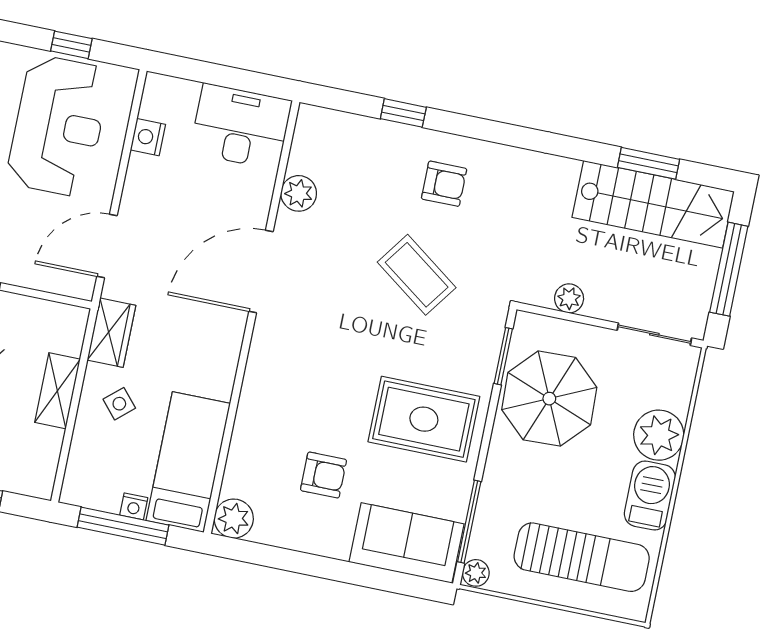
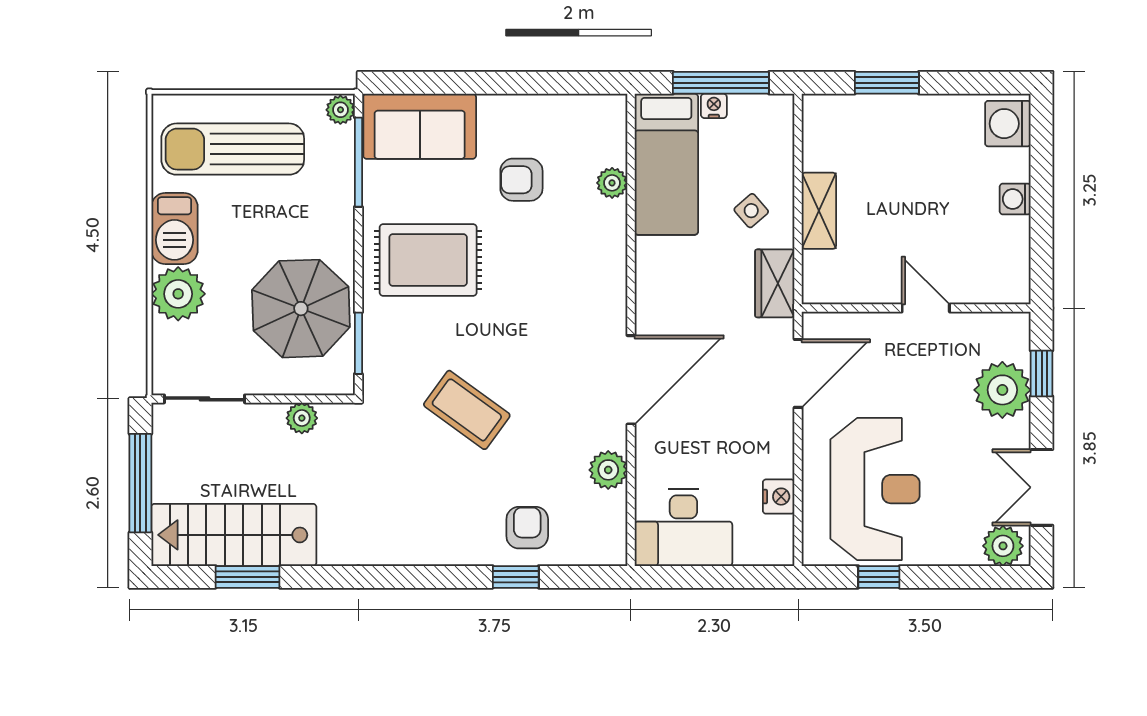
reception desk: (58, 126) -> (875, 489), turned 180
armchair: (444, 184) -> (527, 528), moved, turned 90
plant: (234, 519) -> (612, 183), moved, width x0.73, depth x0.73

